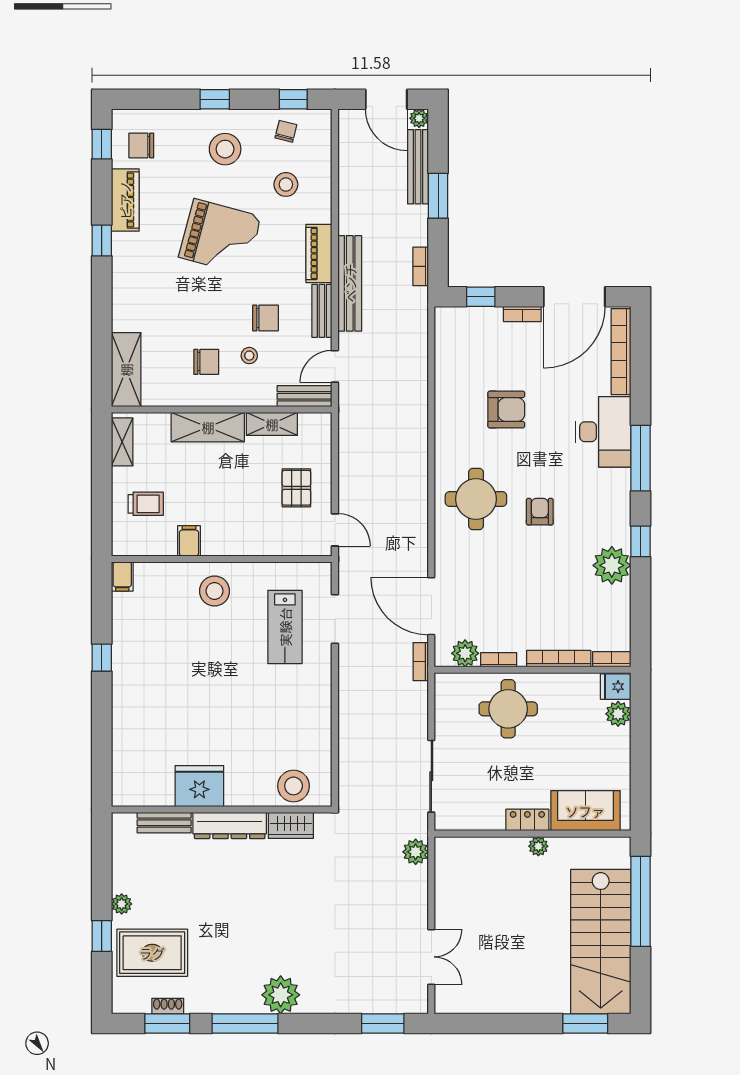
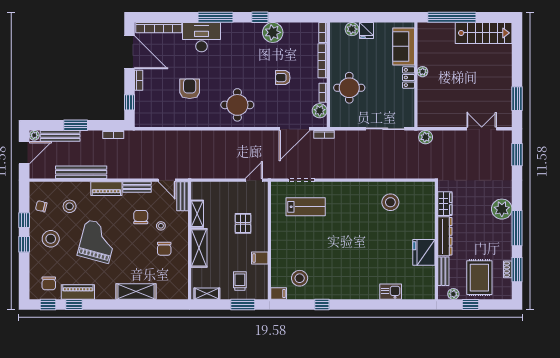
window: (293, 99) -> (24, 220), moved
window: (102, 241) -> (74, 305), moved
bench: (350, 283) -> (81, 172), moved
chair: (206, 362) -> (164, 249), turned 180
shelving: (126, 370) -> (136, 291), moved
pallet: (296, 488) -> (243, 223), moved, turned 90
window: (102, 509) -> (243, 305), added
armchair: (540, 512) -> (283, 78), moved
stool: (215, 591) -> (300, 278), moved
fridge: (616, 687) -> (366, 30), moved
fridge: (199, 786) -> (424, 252), moved
kitchen sink: (126, 787) -> (391, 292), added
wall: (222, 810) -> (436, 241), moved
bench: (164, 823) -> (443, 271), moved
wardrobe: (291, 825) -> (445, 204), moved
dresser: (230, 826) -> (445, 236), moved
stairs: (601, 942) -> (484, 33), width x0.73, depth x0.66
window: (585, 1023) -> (517, 99), moved

